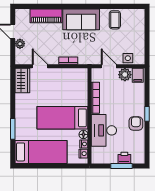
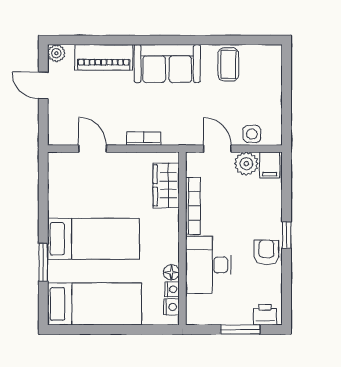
plant: (20, 44) -> (56, 53), moved
wardrobe: (22, 80) -> (166, 185), moved, turned 180
bed: (62, 118) -> (93, 239), moved, turned 180
printer: (124, 158) -> (265, 315), moved

